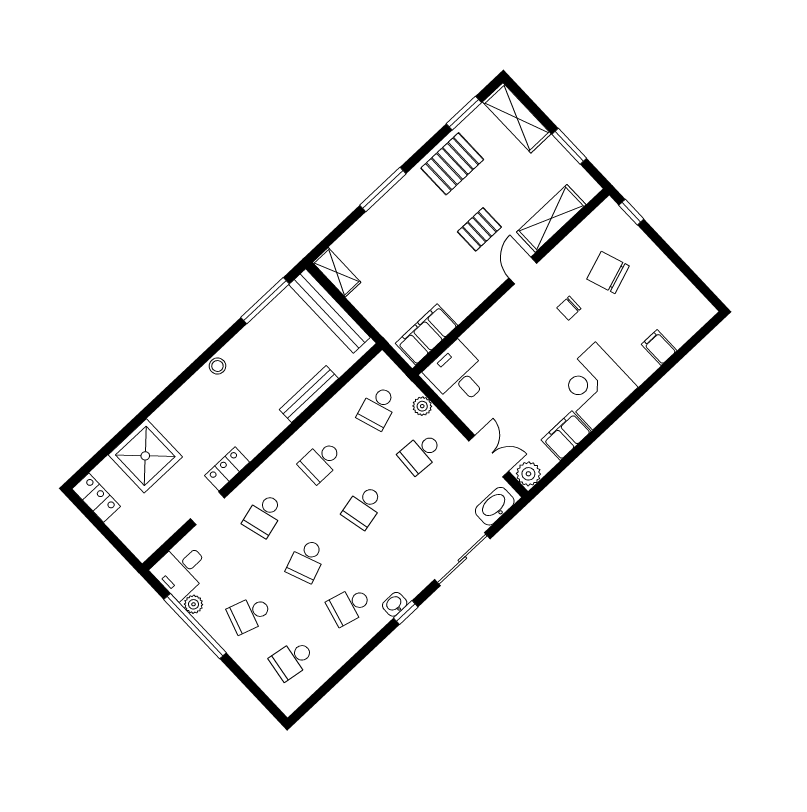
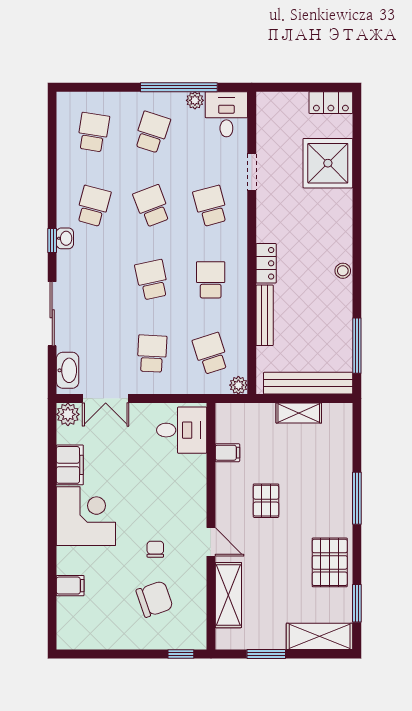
pallet: (479, 229) -> (266, 501), moved
shelving: (337, 272) -> (299, 413), moved
filing cabinet: (426, 334) -> (227, 453), width x0.33, depth x0.86
plant: (422, 406) -> (238, 385), moved
locker: (227, 469) -> (266, 263), moved

